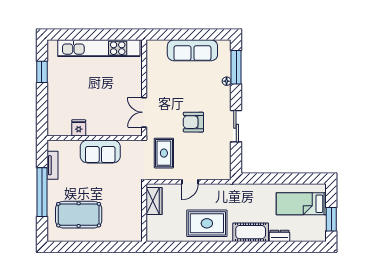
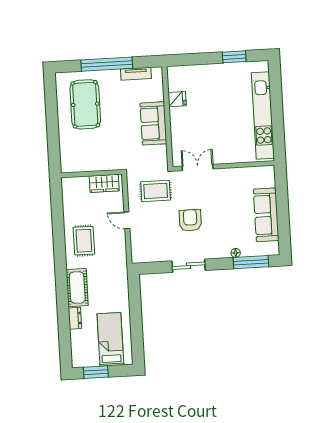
rug: (207, 223) -> (84, 241), width x0.73, depth x0.70

